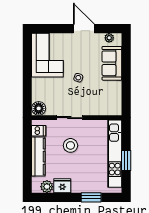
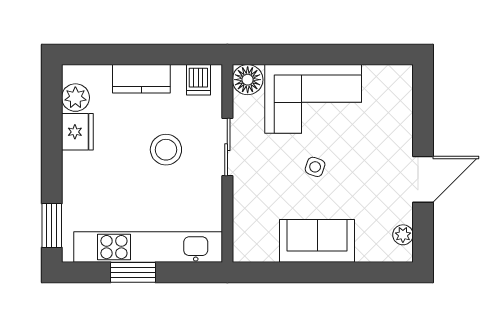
corner sofa: (47, 55) -> (313, 99), moved
sofa: (112, 63) -> (317, 241), moved
kitchen counter: (38, 157) -> (141, 79), width x0.67
window: (91, 197) -> (52, 225), moved

